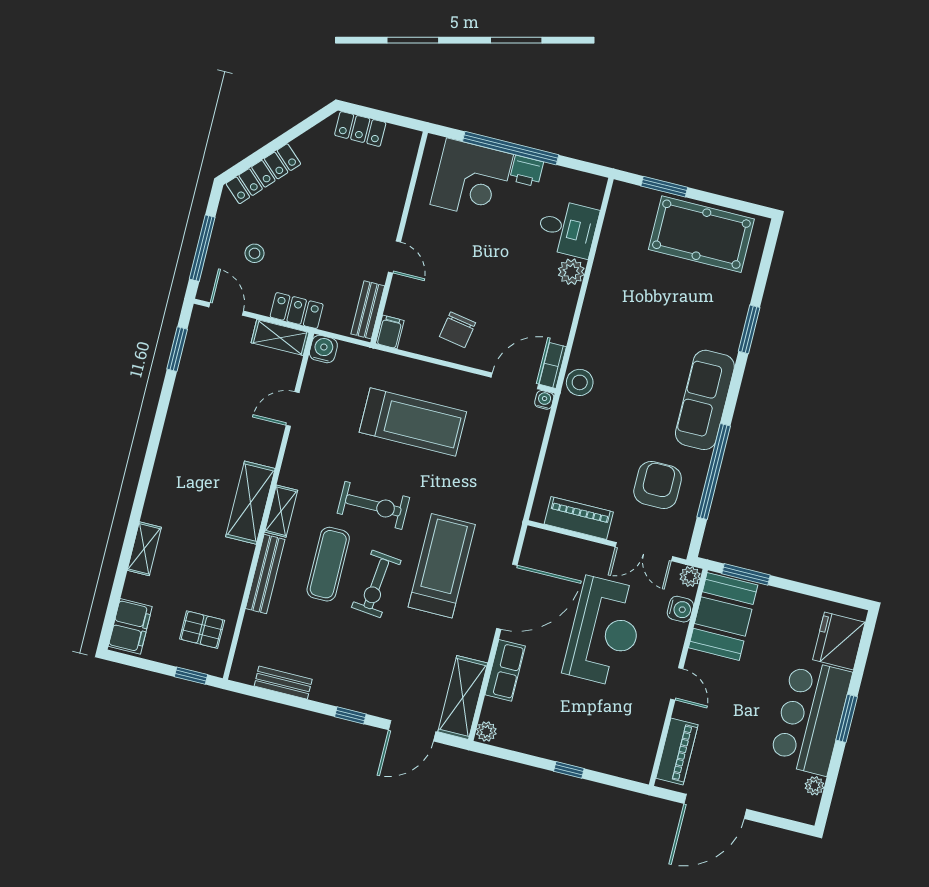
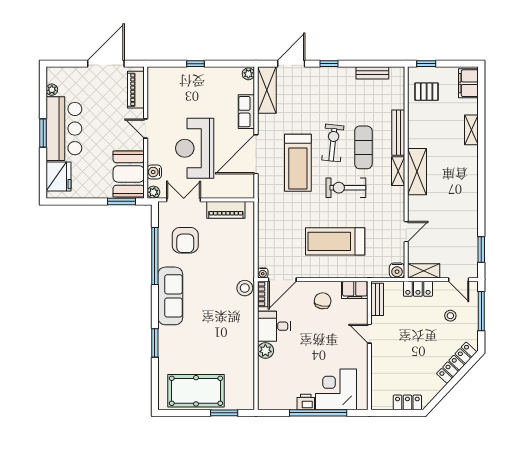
desk: (567, 228) -> (274, 326), moved
filing cabinet: (390, 332) -> (355, 290), width x2.00

